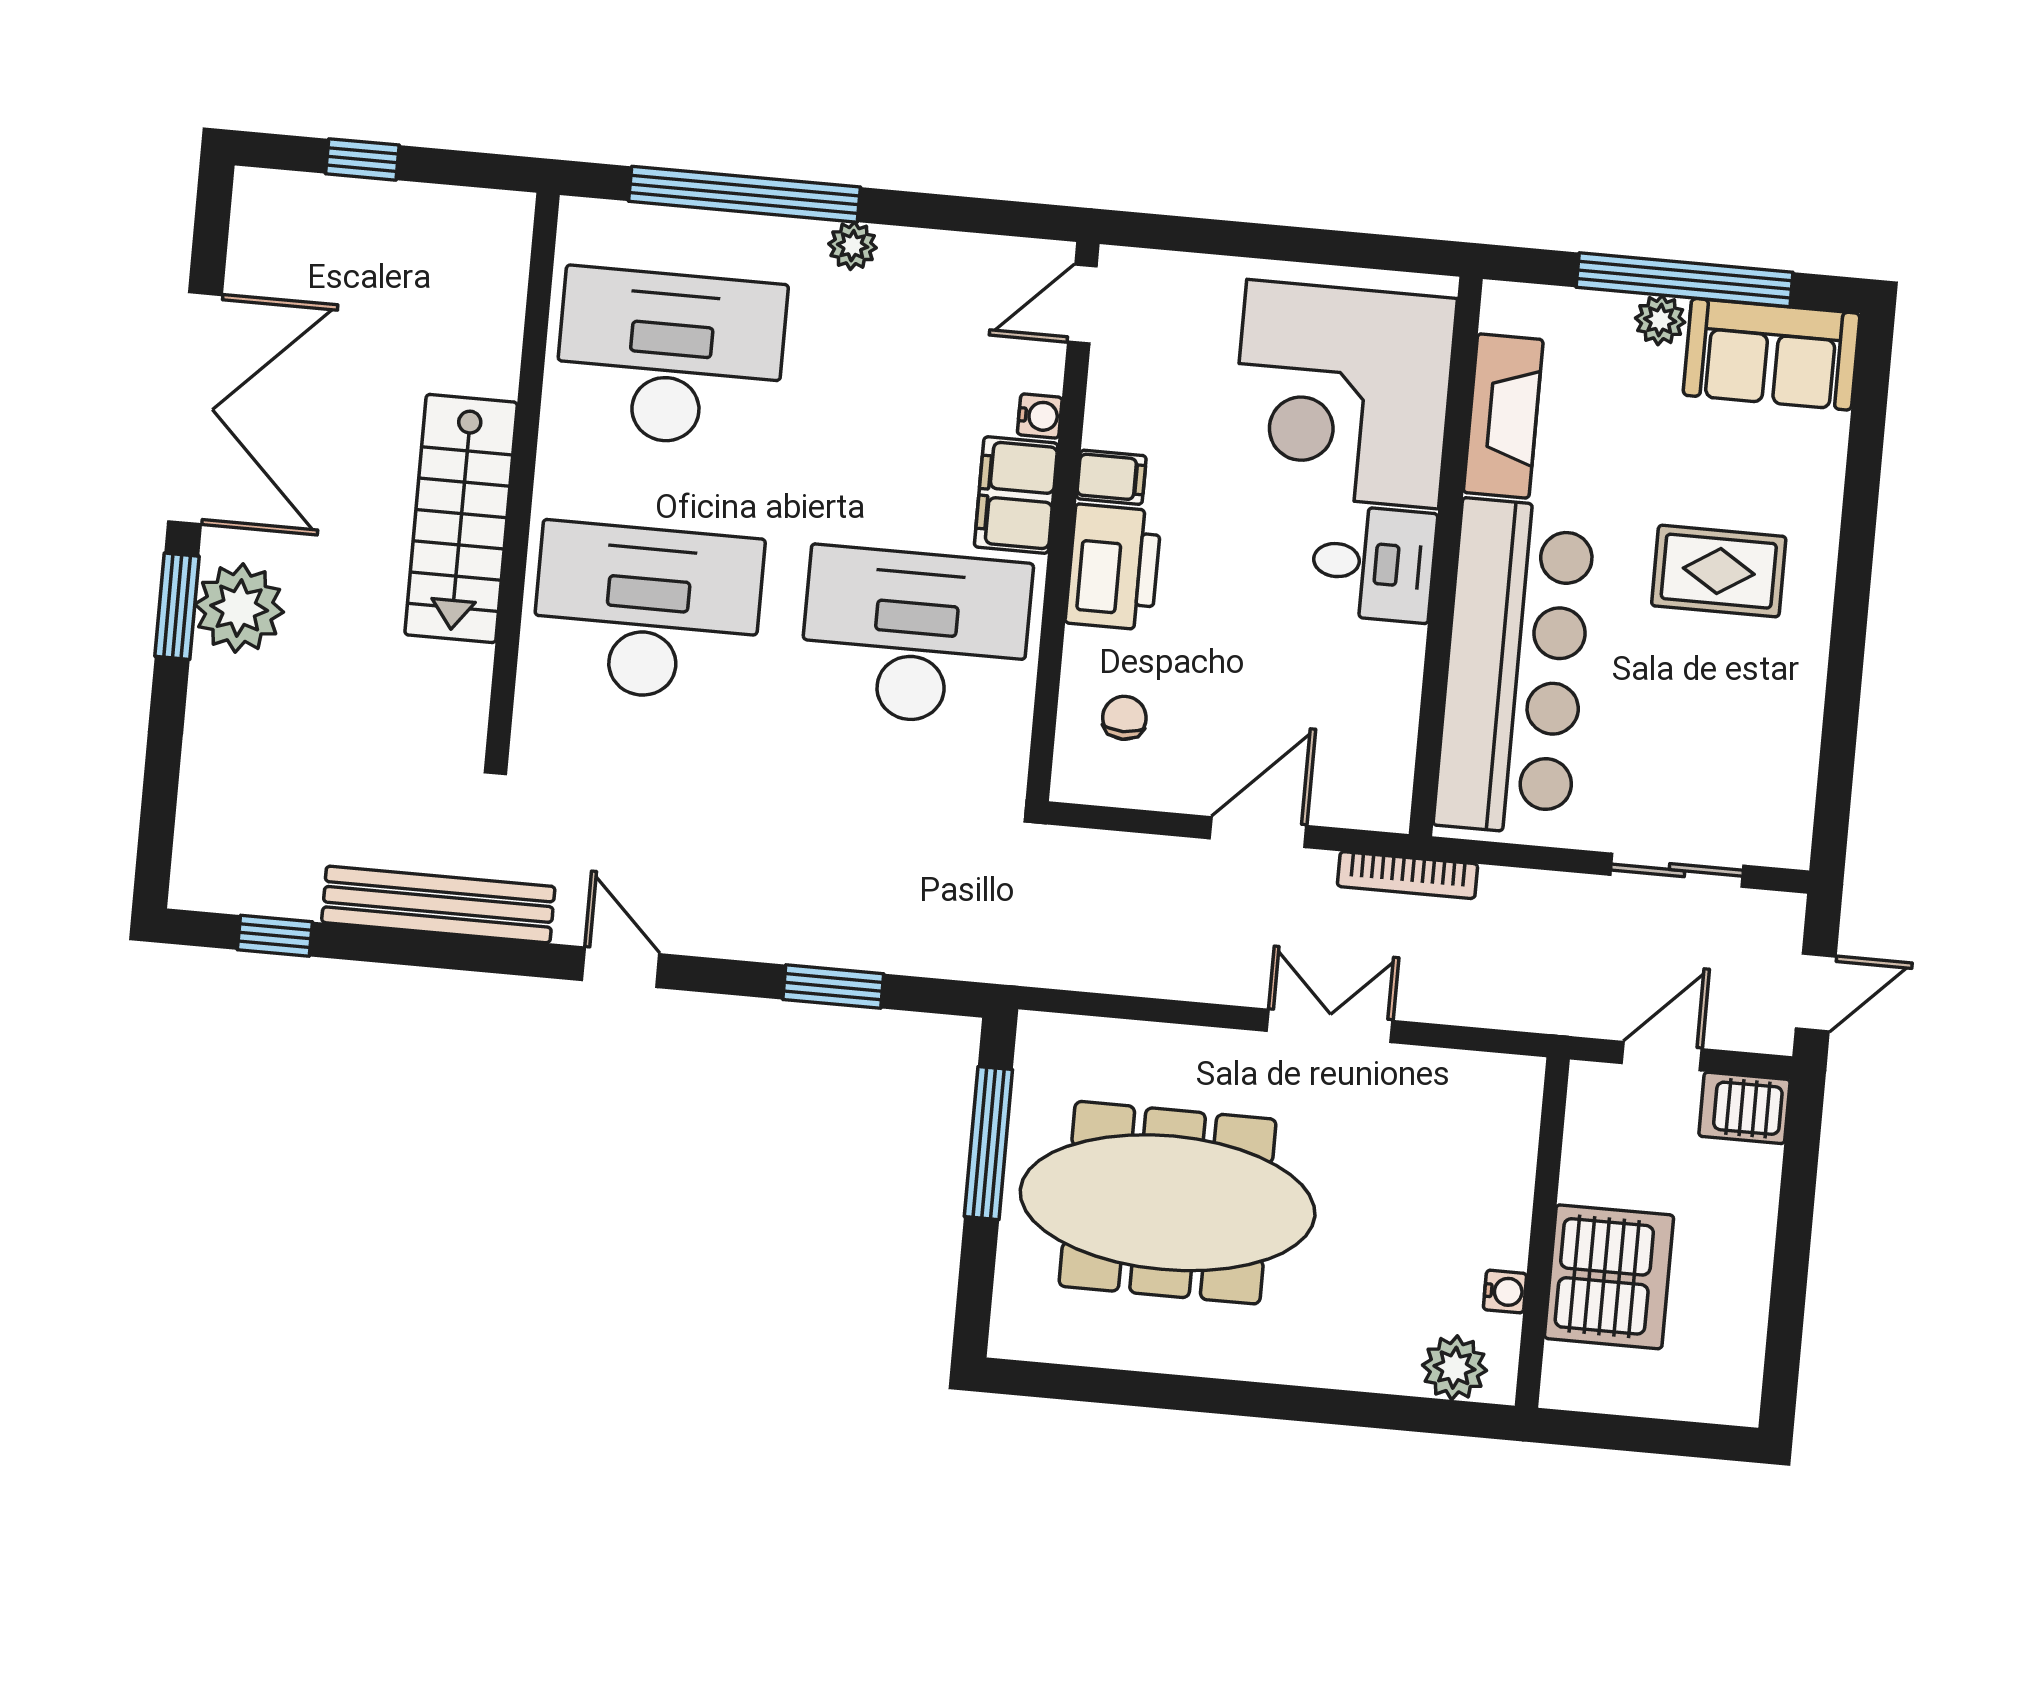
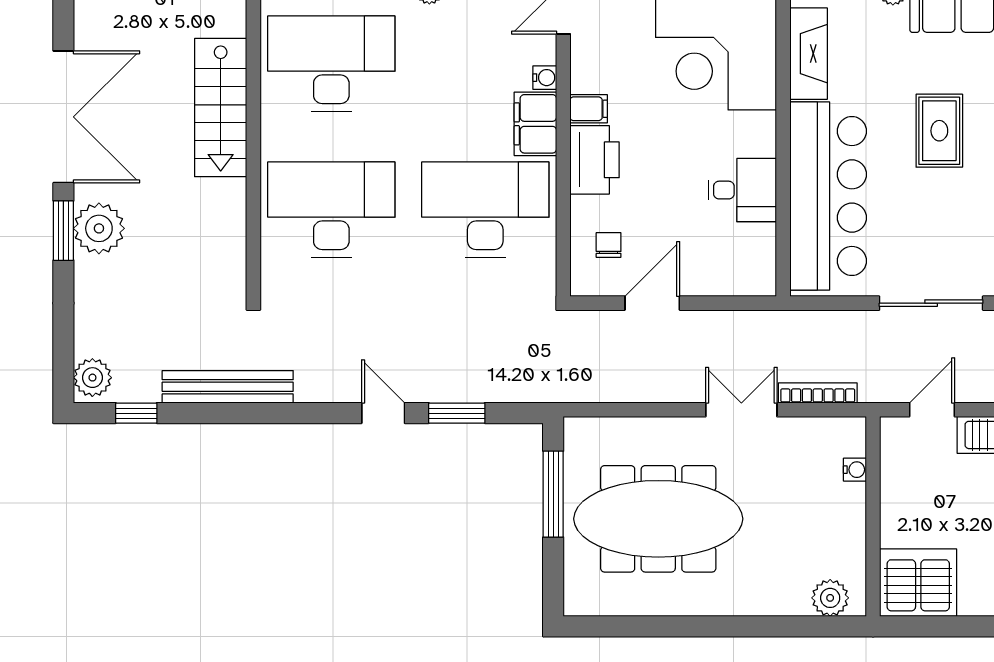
stairs: (461, 518) -> (221, 108), moved
desk: (1373, 563) -> (742, 190), moved
rug: (1719, 571) -> (939, 131), turned 90
door: (1258, 832) -> (652, 303), moved
plant: (204, 867) -> (92, 378), added
sliding door: (1677, 870) -> (931, 303), width x1.37
bookcase: (1407, 875) -> (818, 393), moved, turned 180
door: (621, 967) -> (383, 413), moved
server rack: (1609, 1277) -> (918, 583), moved, turned -90
water cooler: (1505, 1292) -> (855, 470), moved

